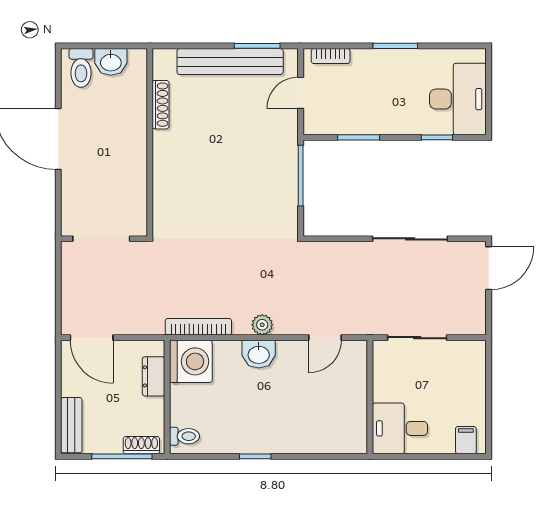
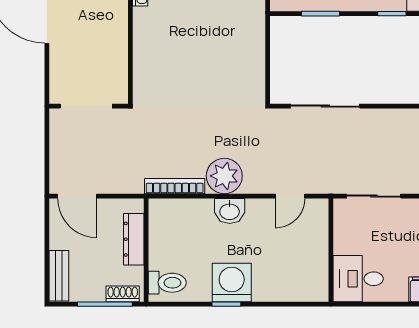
window: (301, 176) -> (268, 48), removed
sliding door: (410, 239) -> (325, 106), moved
plant: (262, 325) -> (224, 176), width x1.88, depth x1.88
washing machine: (191, 361) -> (232, 283), moved, turned -90
dresser: (153, 376) -> (134, 239), width x1.44
toilet: (184, 436) -> (167, 283), width x1.37, depth x1.39

